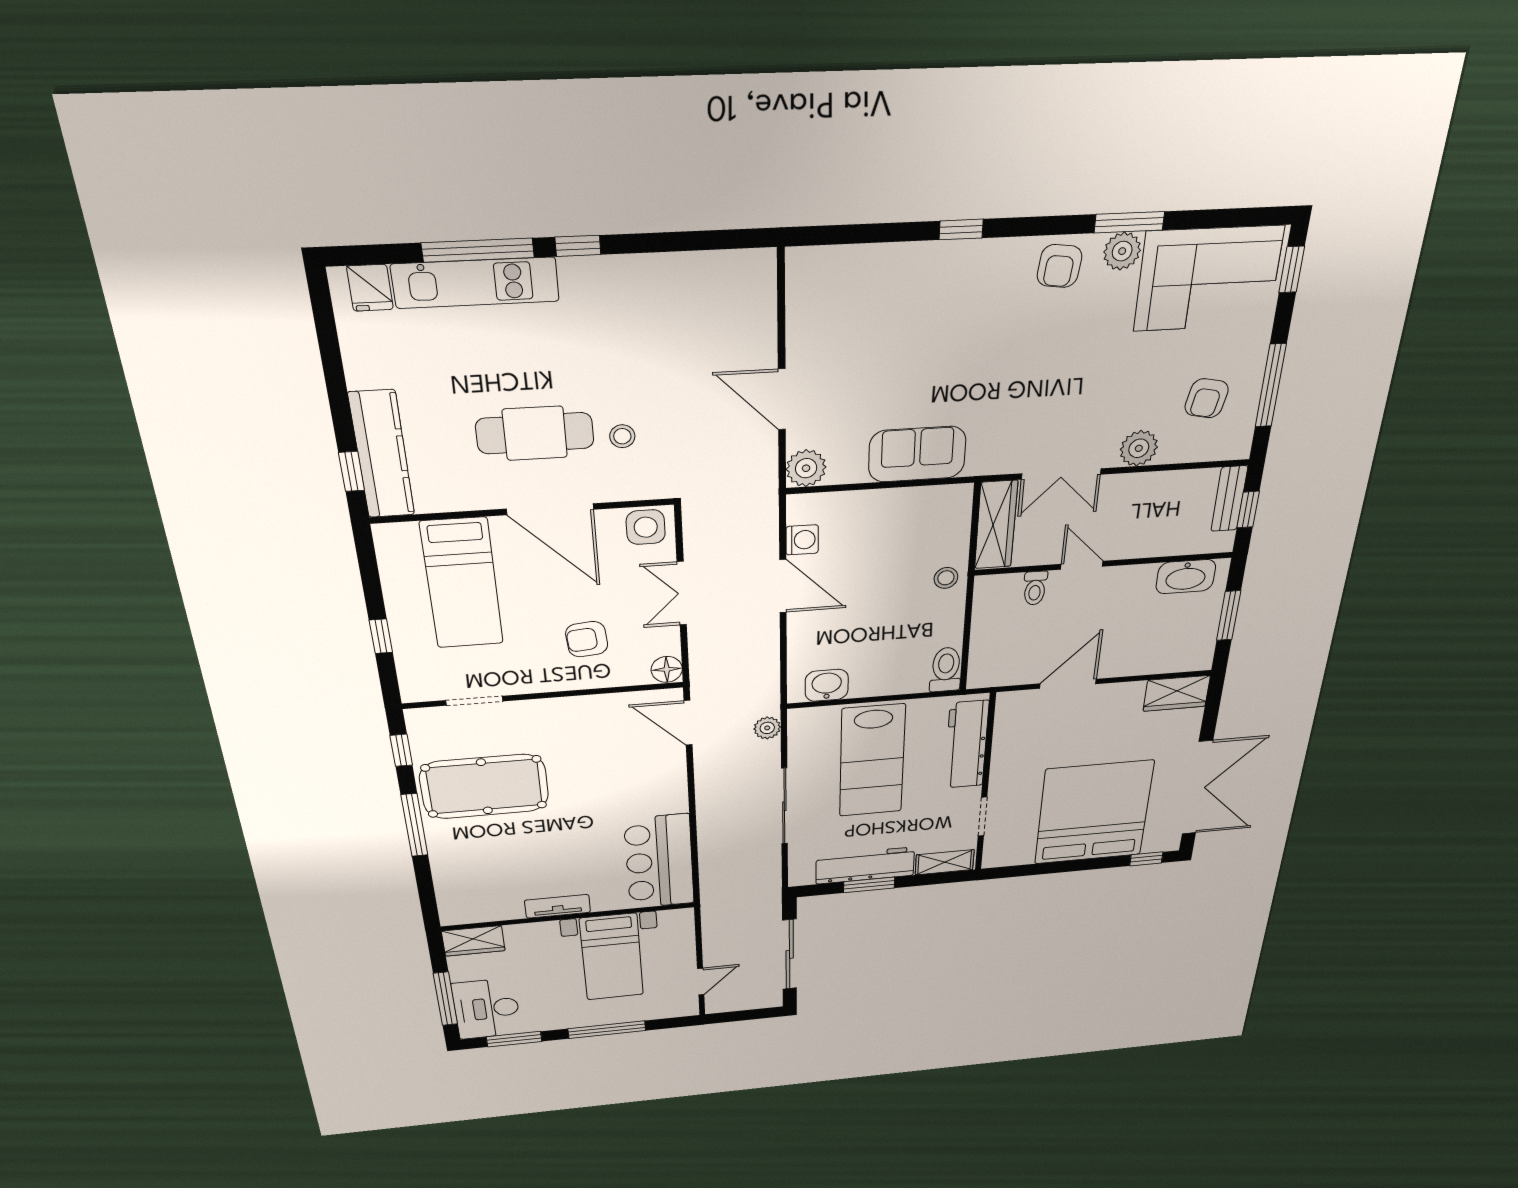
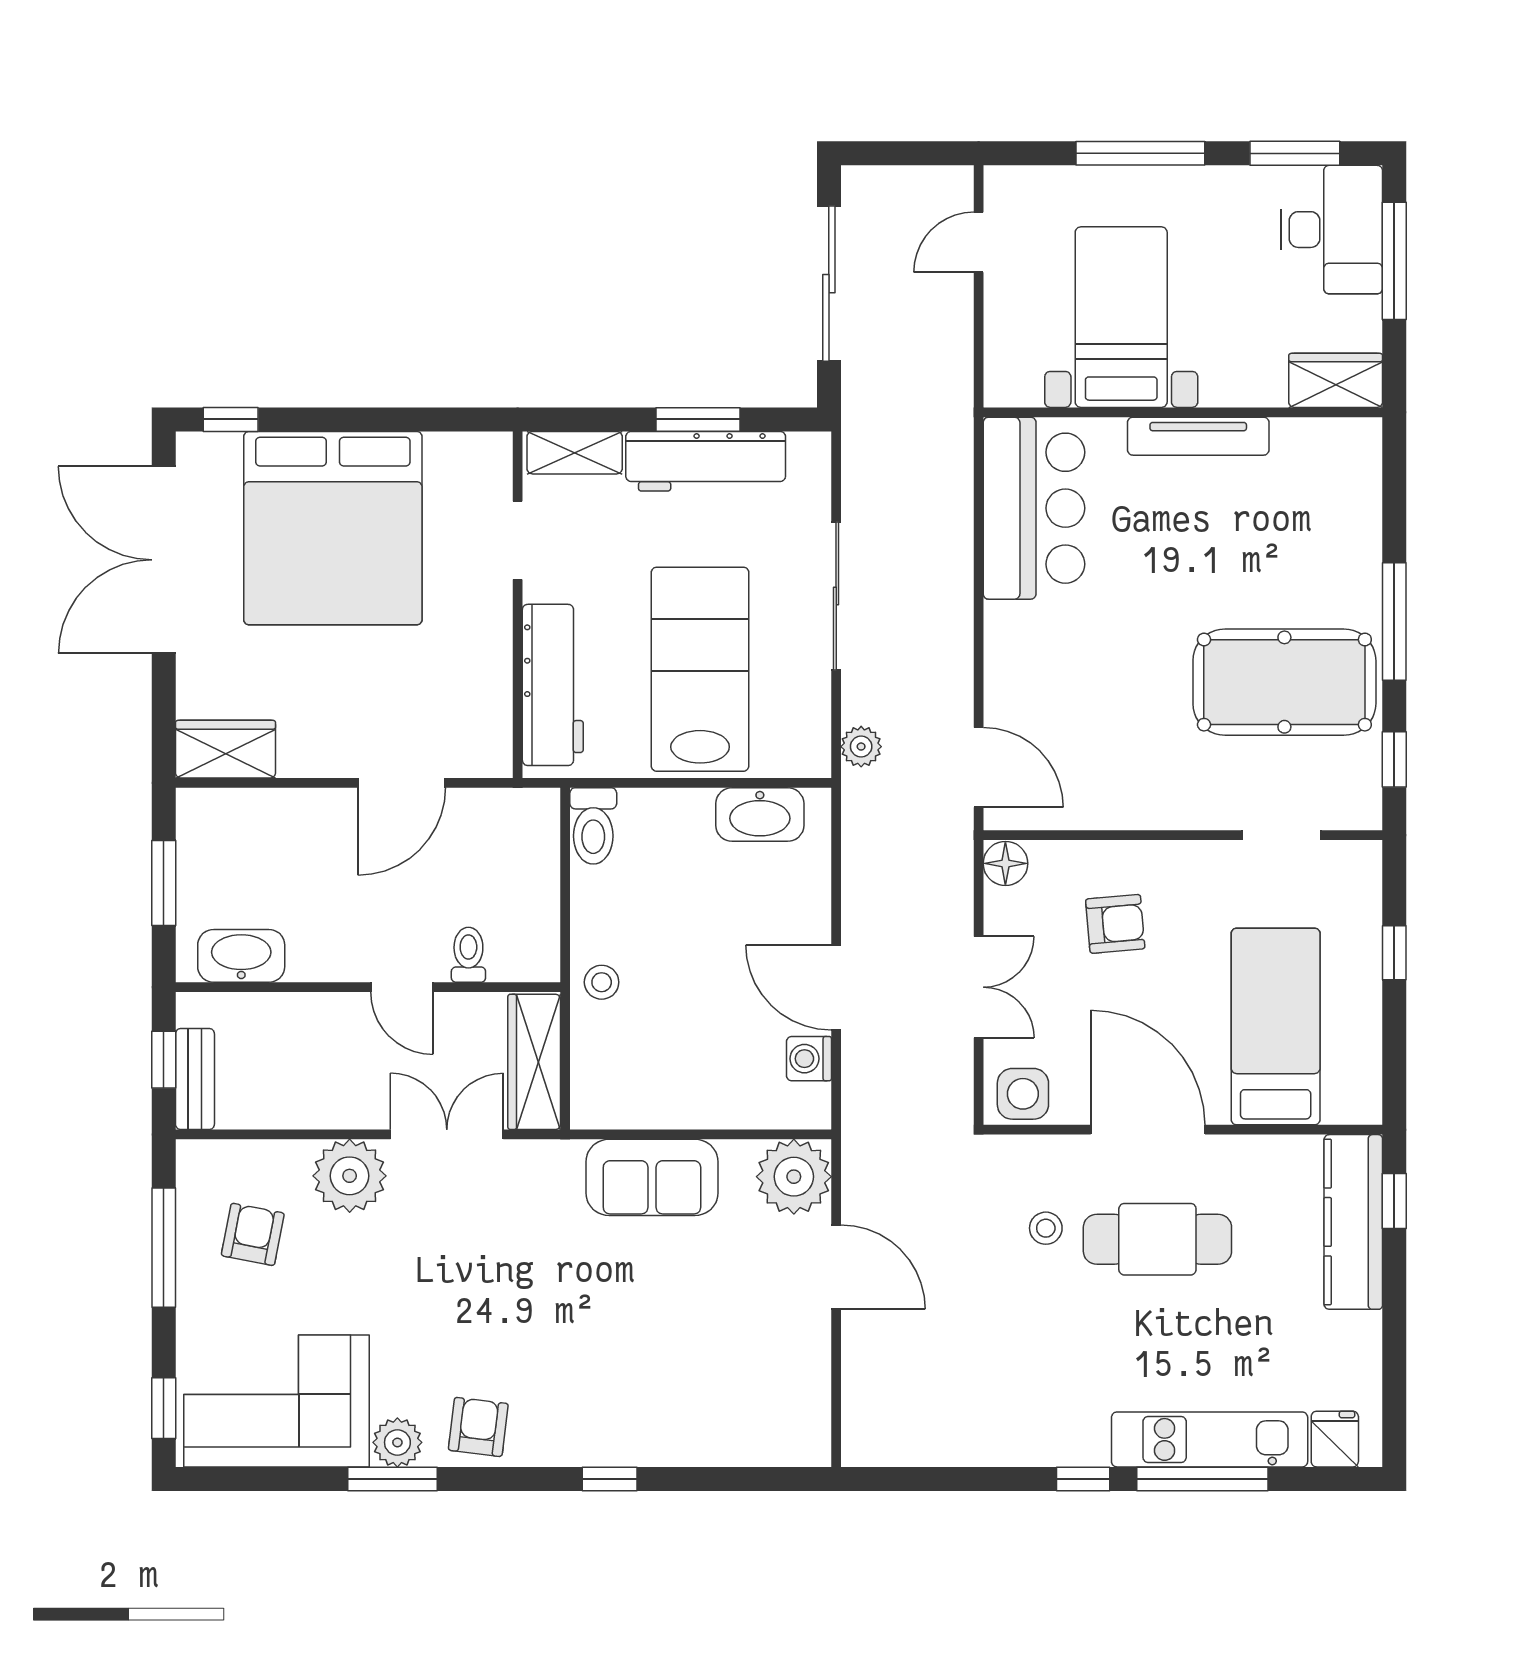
plant: (1139, 448) -> (350, 1176), width x1.36, depth x1.36
plant: (806, 468) -> (794, 1177), width x1.36, depth x1.36
washbasin: (827, 685) -> (760, 814), width x1.38
tv unit: (558, 906) -> (1198, 436), width x1.41

